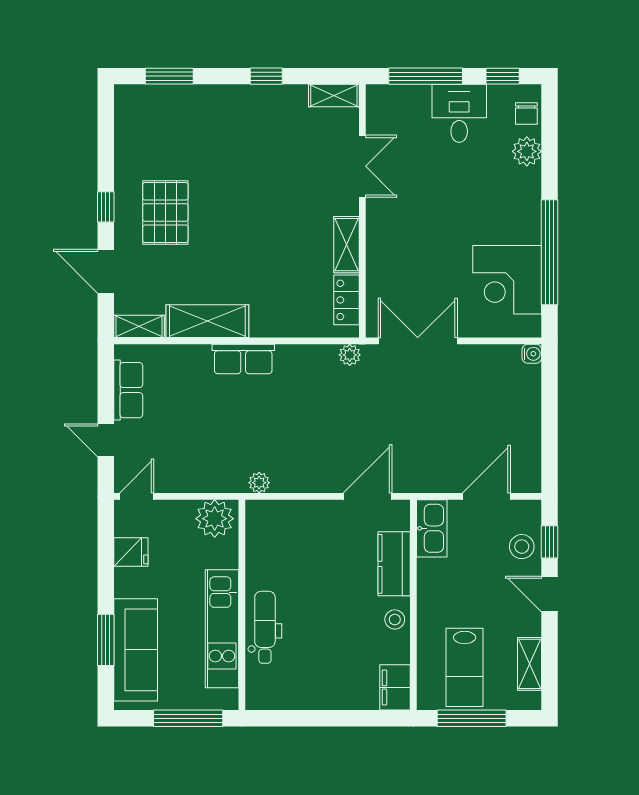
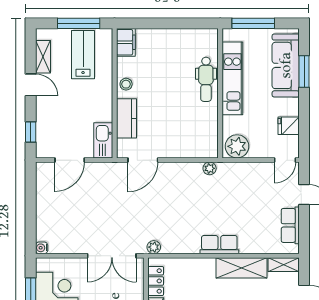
stool: (522, 547) -> (48, 129), removed
door: (550, 594) -> (31, 85), moved

